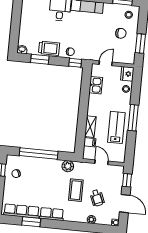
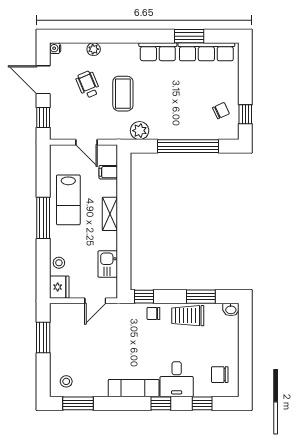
chair: (121, 33) -> (220, 375), moved
shelving: (90, 127) -> (110, 214), moved

